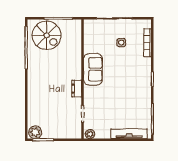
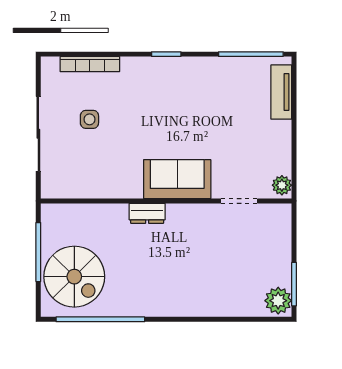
spiral stairs: (47, 35) -> (74, 277), turned 90
sofa: (93, 69) -> (177, 179), moved
dresser: (77, 89) -> (147, 213), moved
tv unit: (129, 134) -> (281, 92), width x0.71

